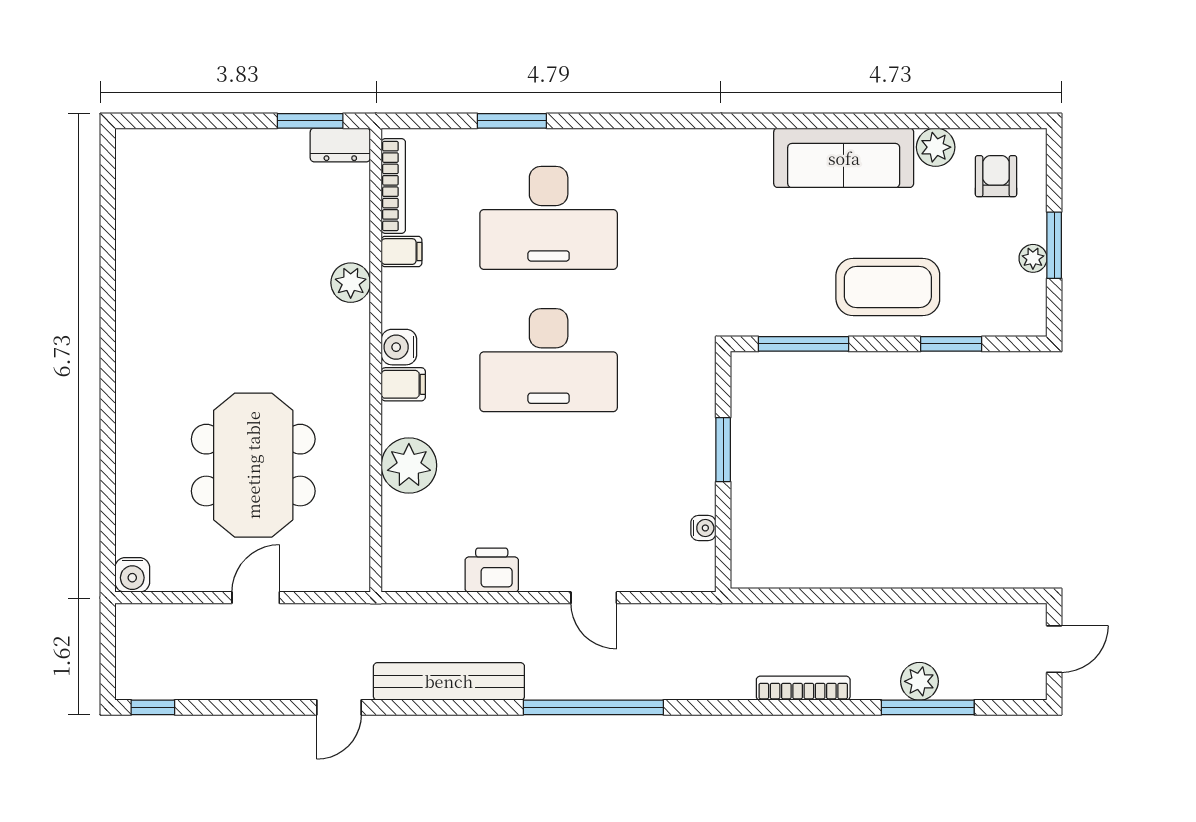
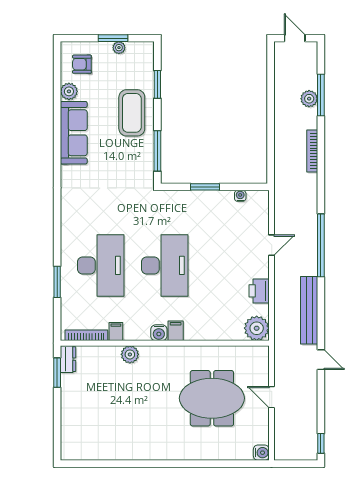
plant: (409, 465) -> (257, 328), moved

